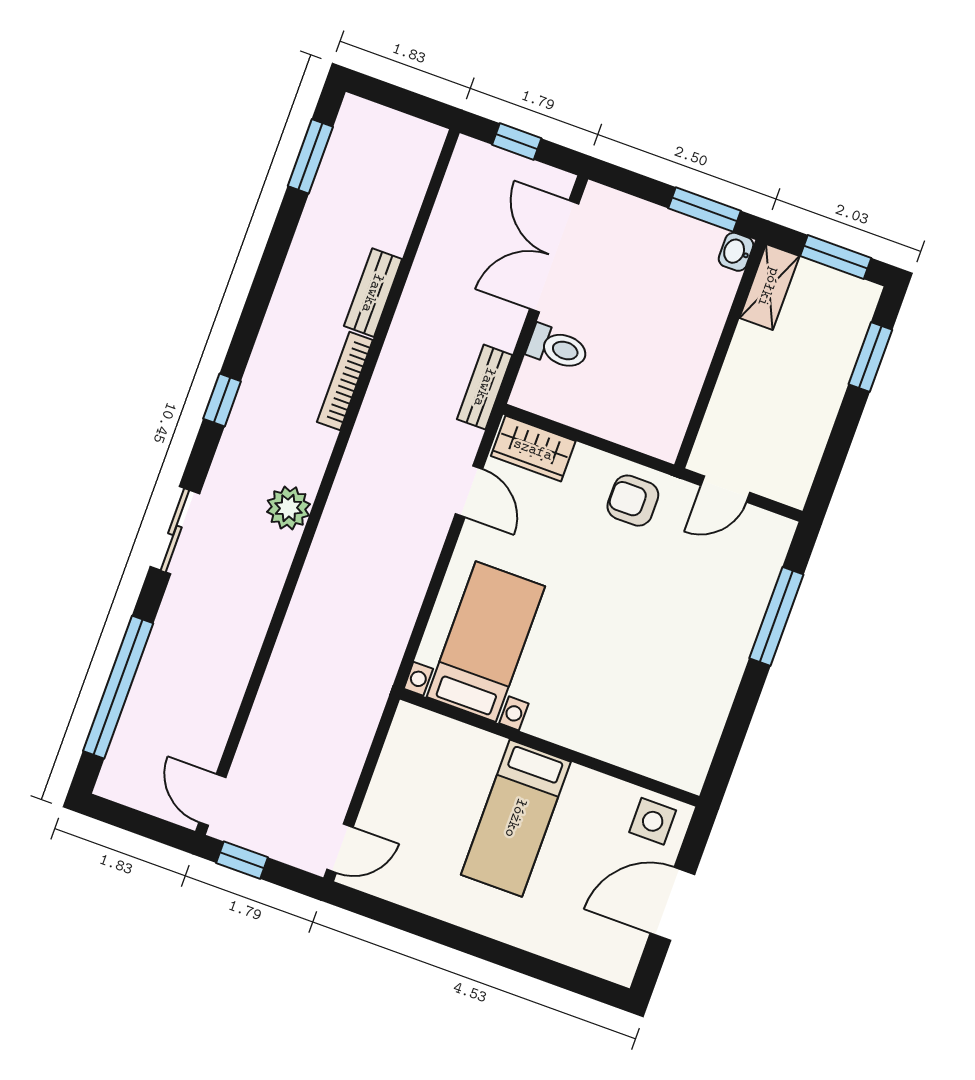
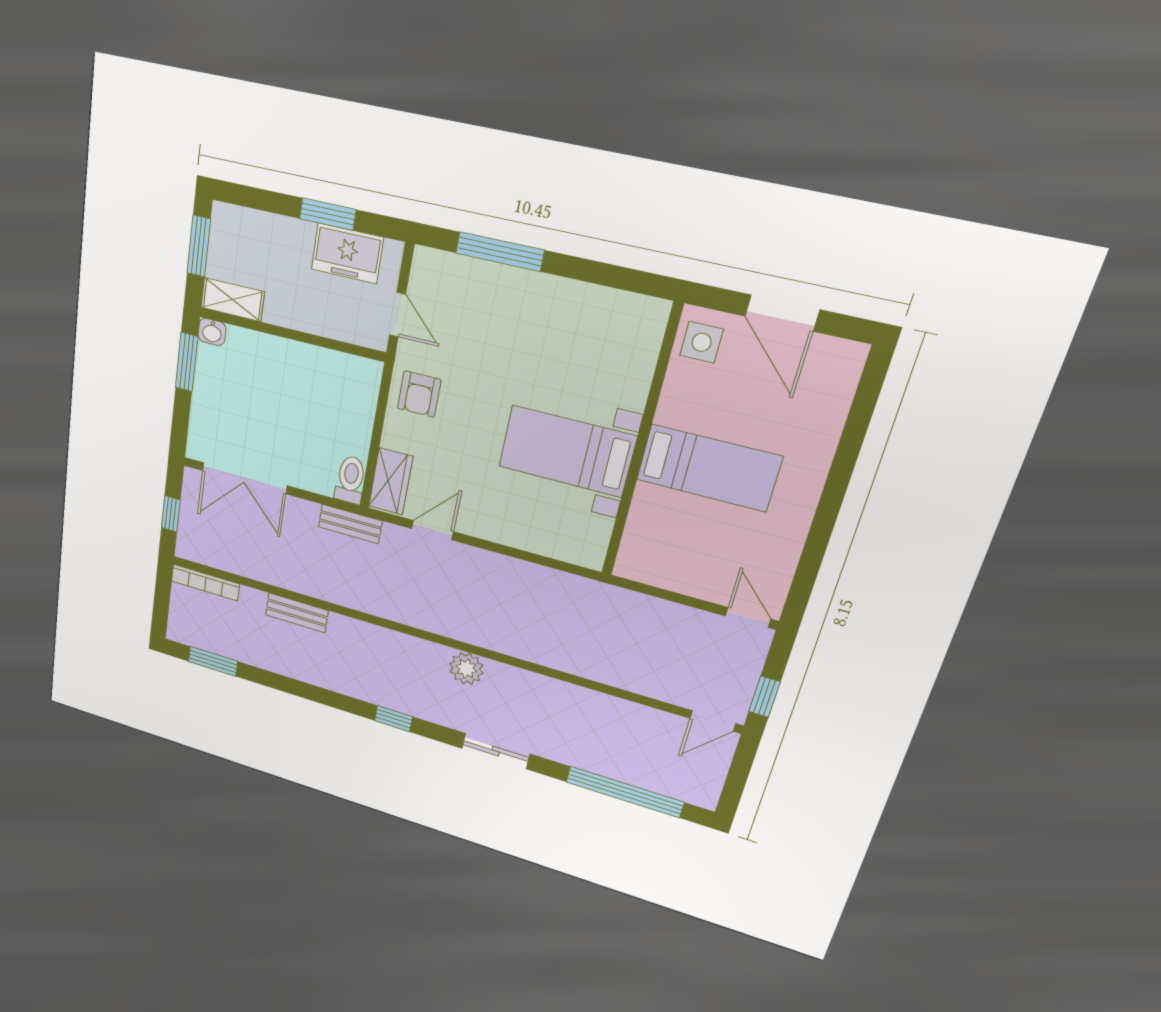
toilet: (558, 348) -> (350, 480), moved
window: (870, 357) -> (328, 214), moved
bookcase: (345, 381) -> (205, 583), moved
freezer: (800, 441) -> (347, 253), added
bed with nightstands: (486, 642) -> (567, 451), moved

